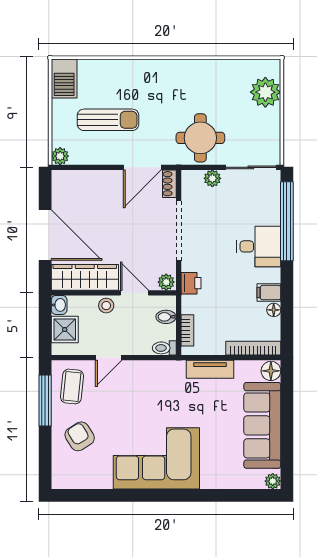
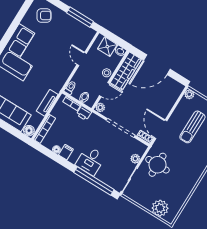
printer: (191, 283) -> (84, 113), moved
coffee table: (72, 386) -> (79, 34), removed
armchair: (80, 436) -> (44, 16), moved

